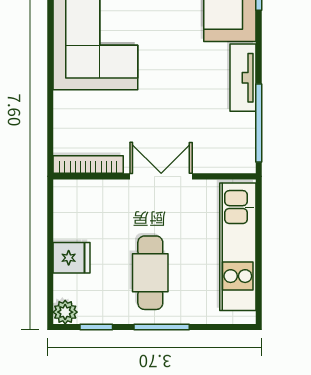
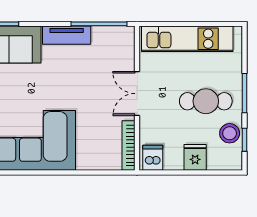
dishwasher: (71, 199) -> (153, 158), added
stool: (105, 306) -> (230, 133), added
plant: (65, 312) -> (234, 162), removed

